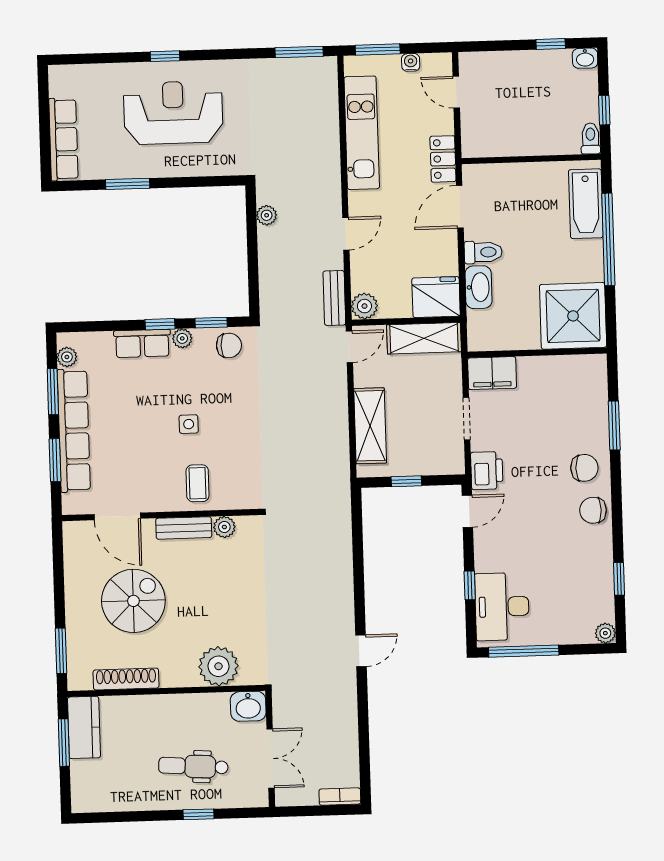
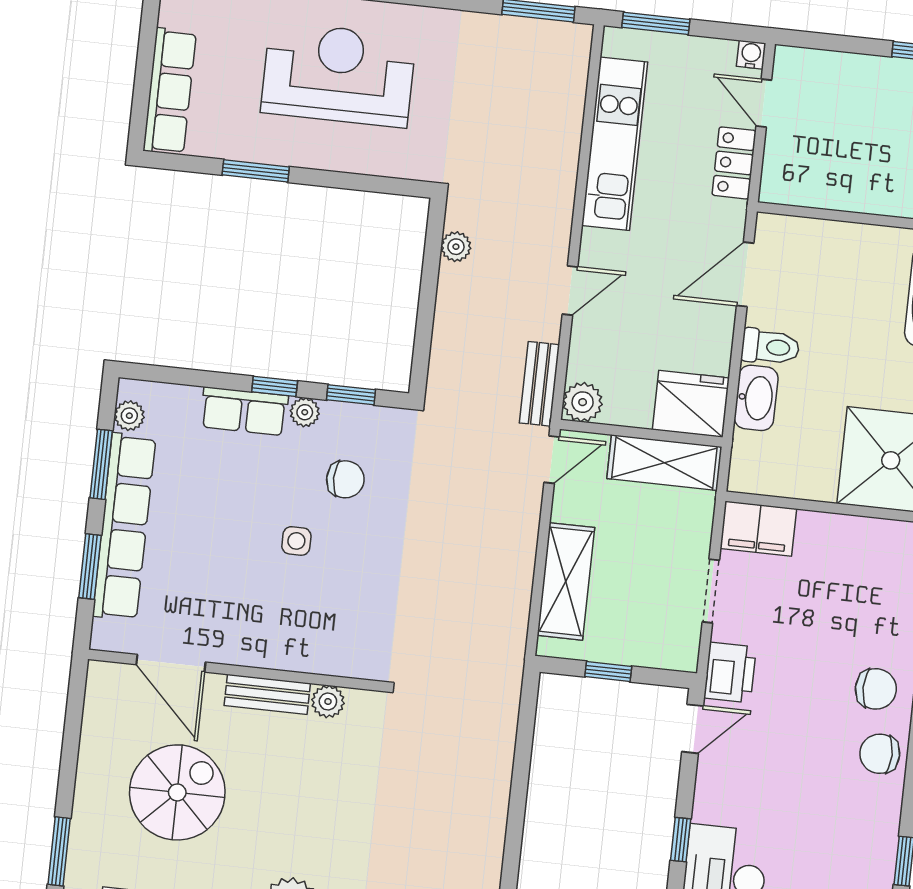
water cooler: (411, 62) -> (751, 55), moved
locker: (443, 159) -> (734, 163), moved
chair: (229, 345) -> (345, 479), moved
coffee table: (198, 483) -> (297, 631), removed

